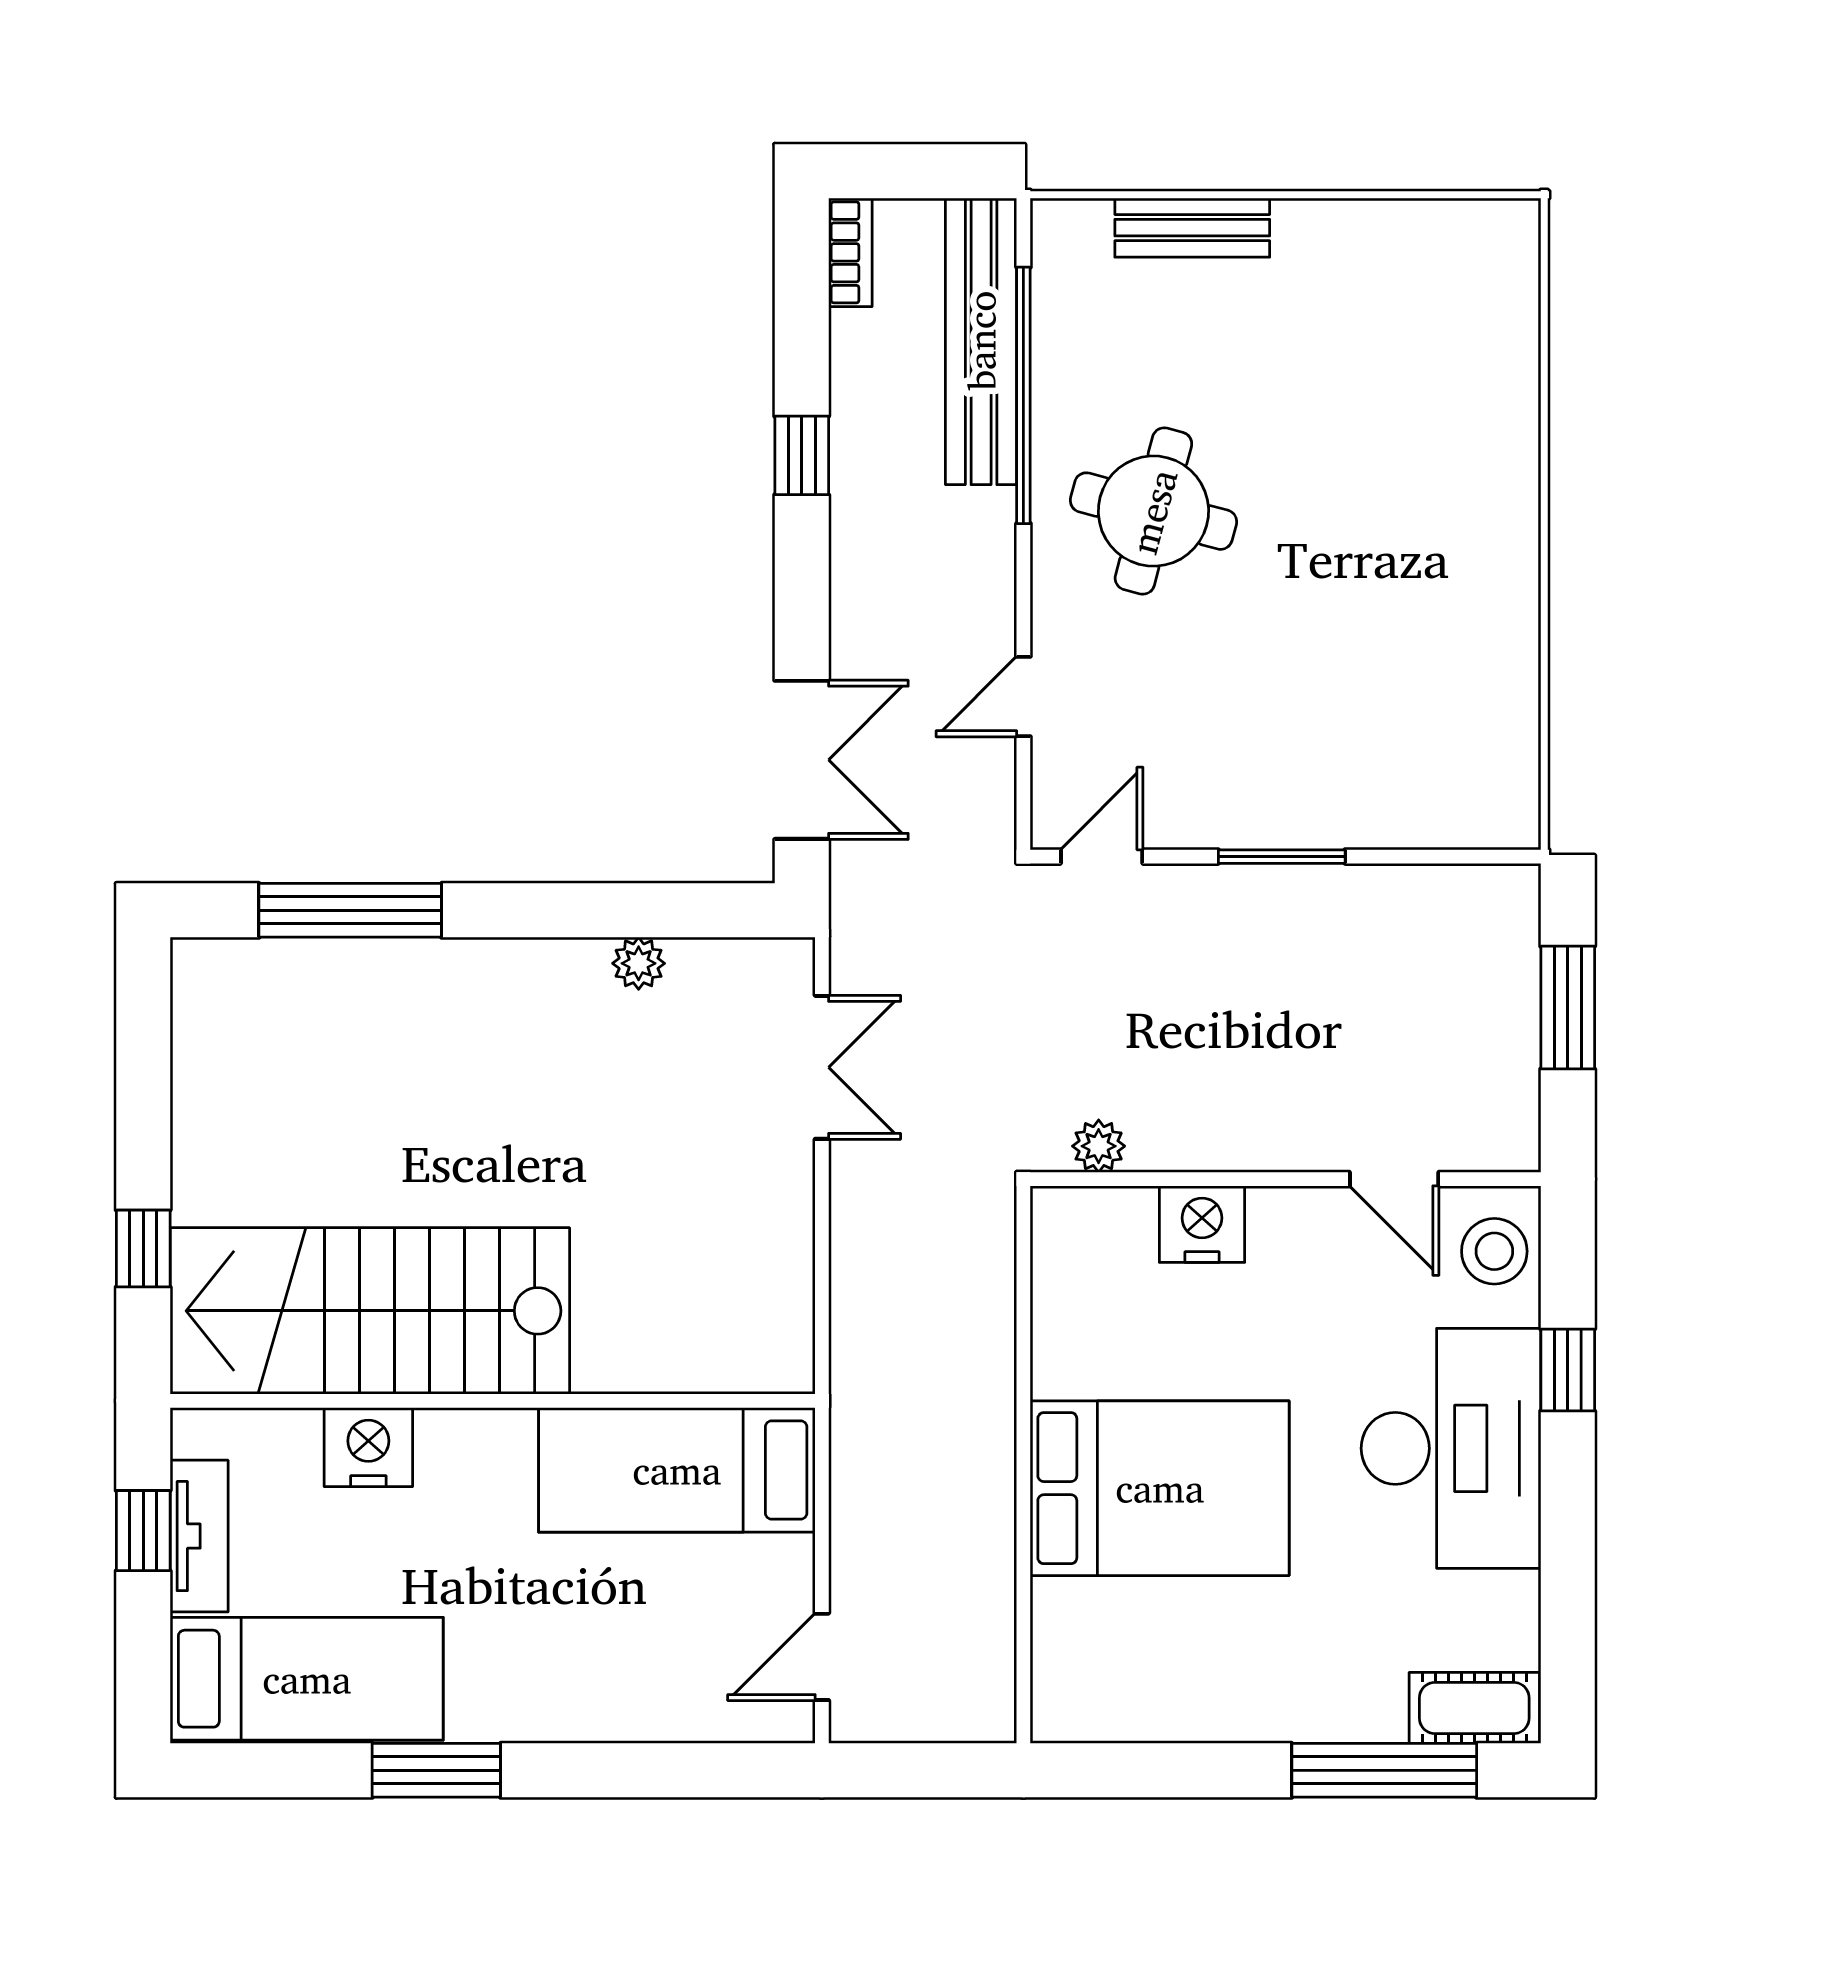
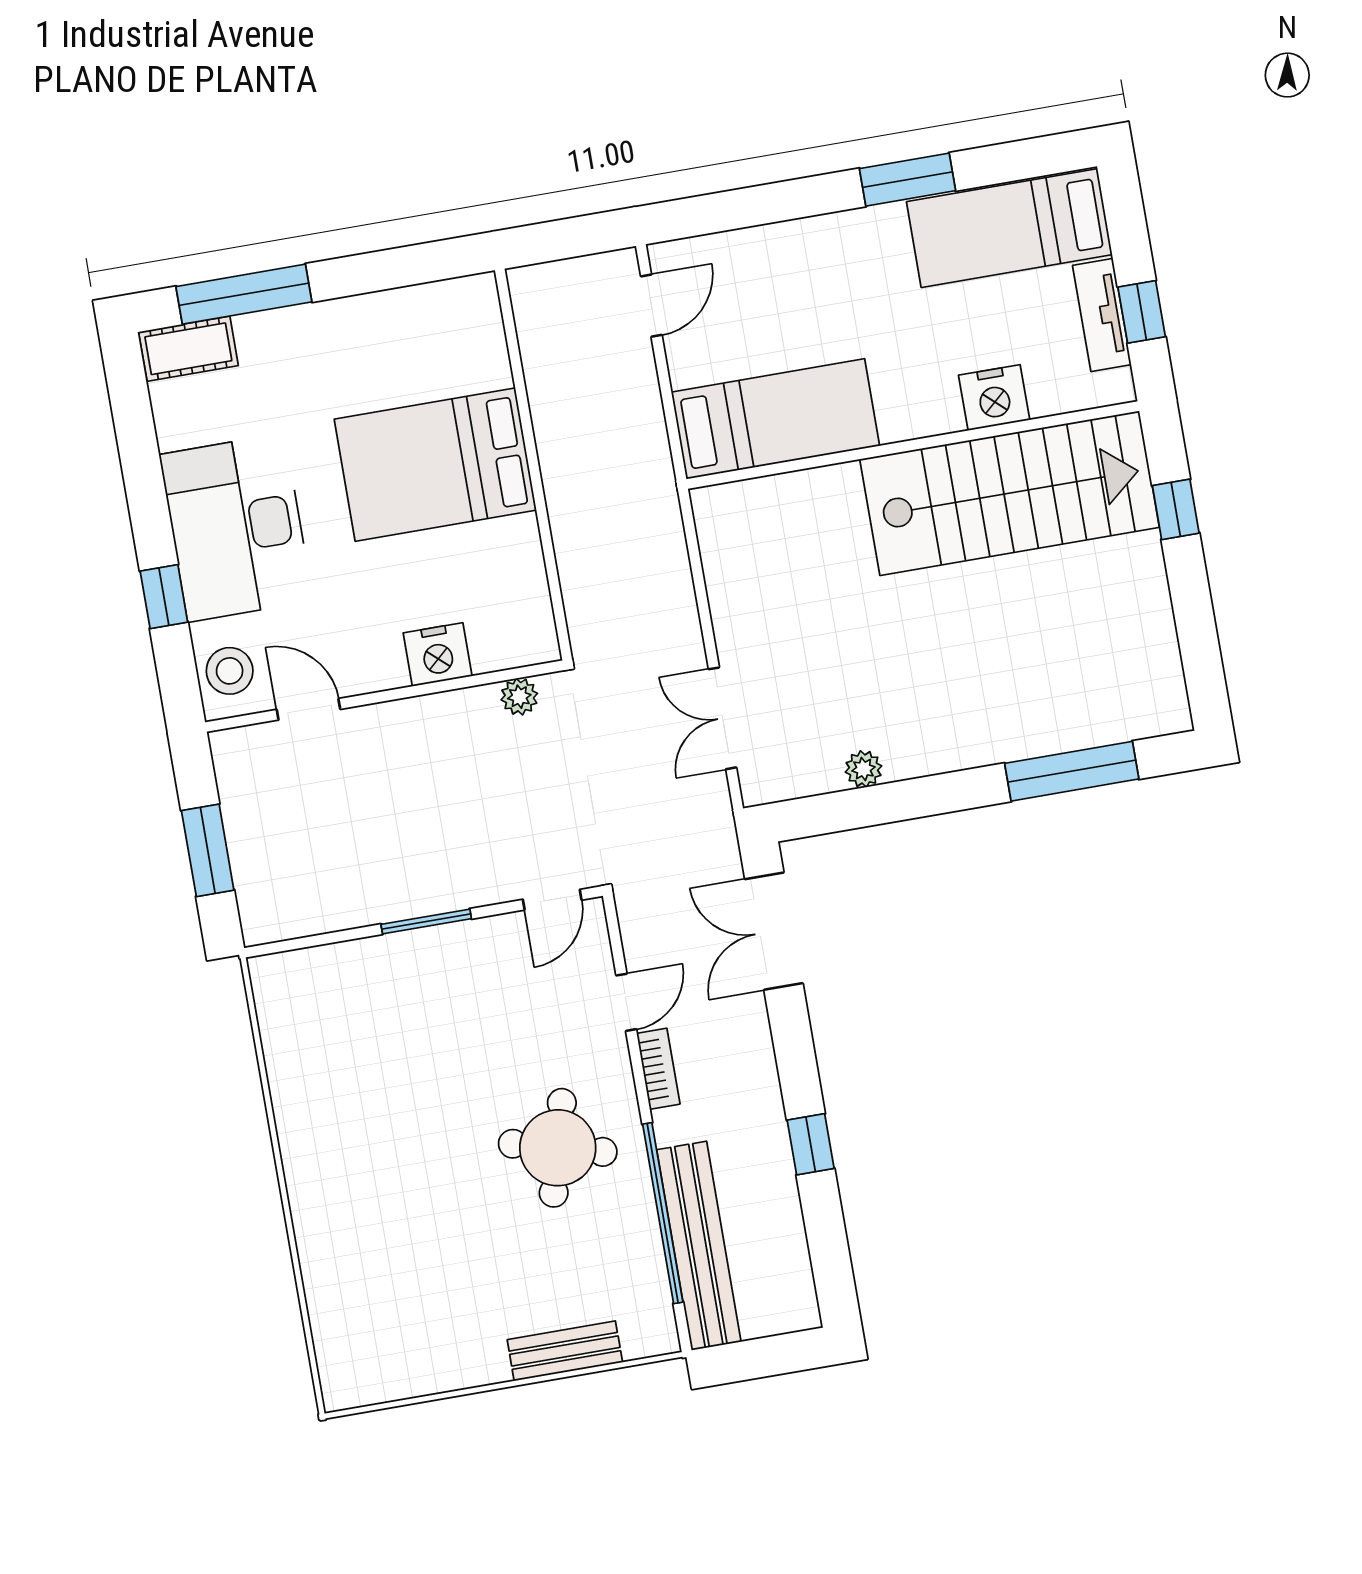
bookcase: (850, 252) -> (658, 1069), moved, turned 180

